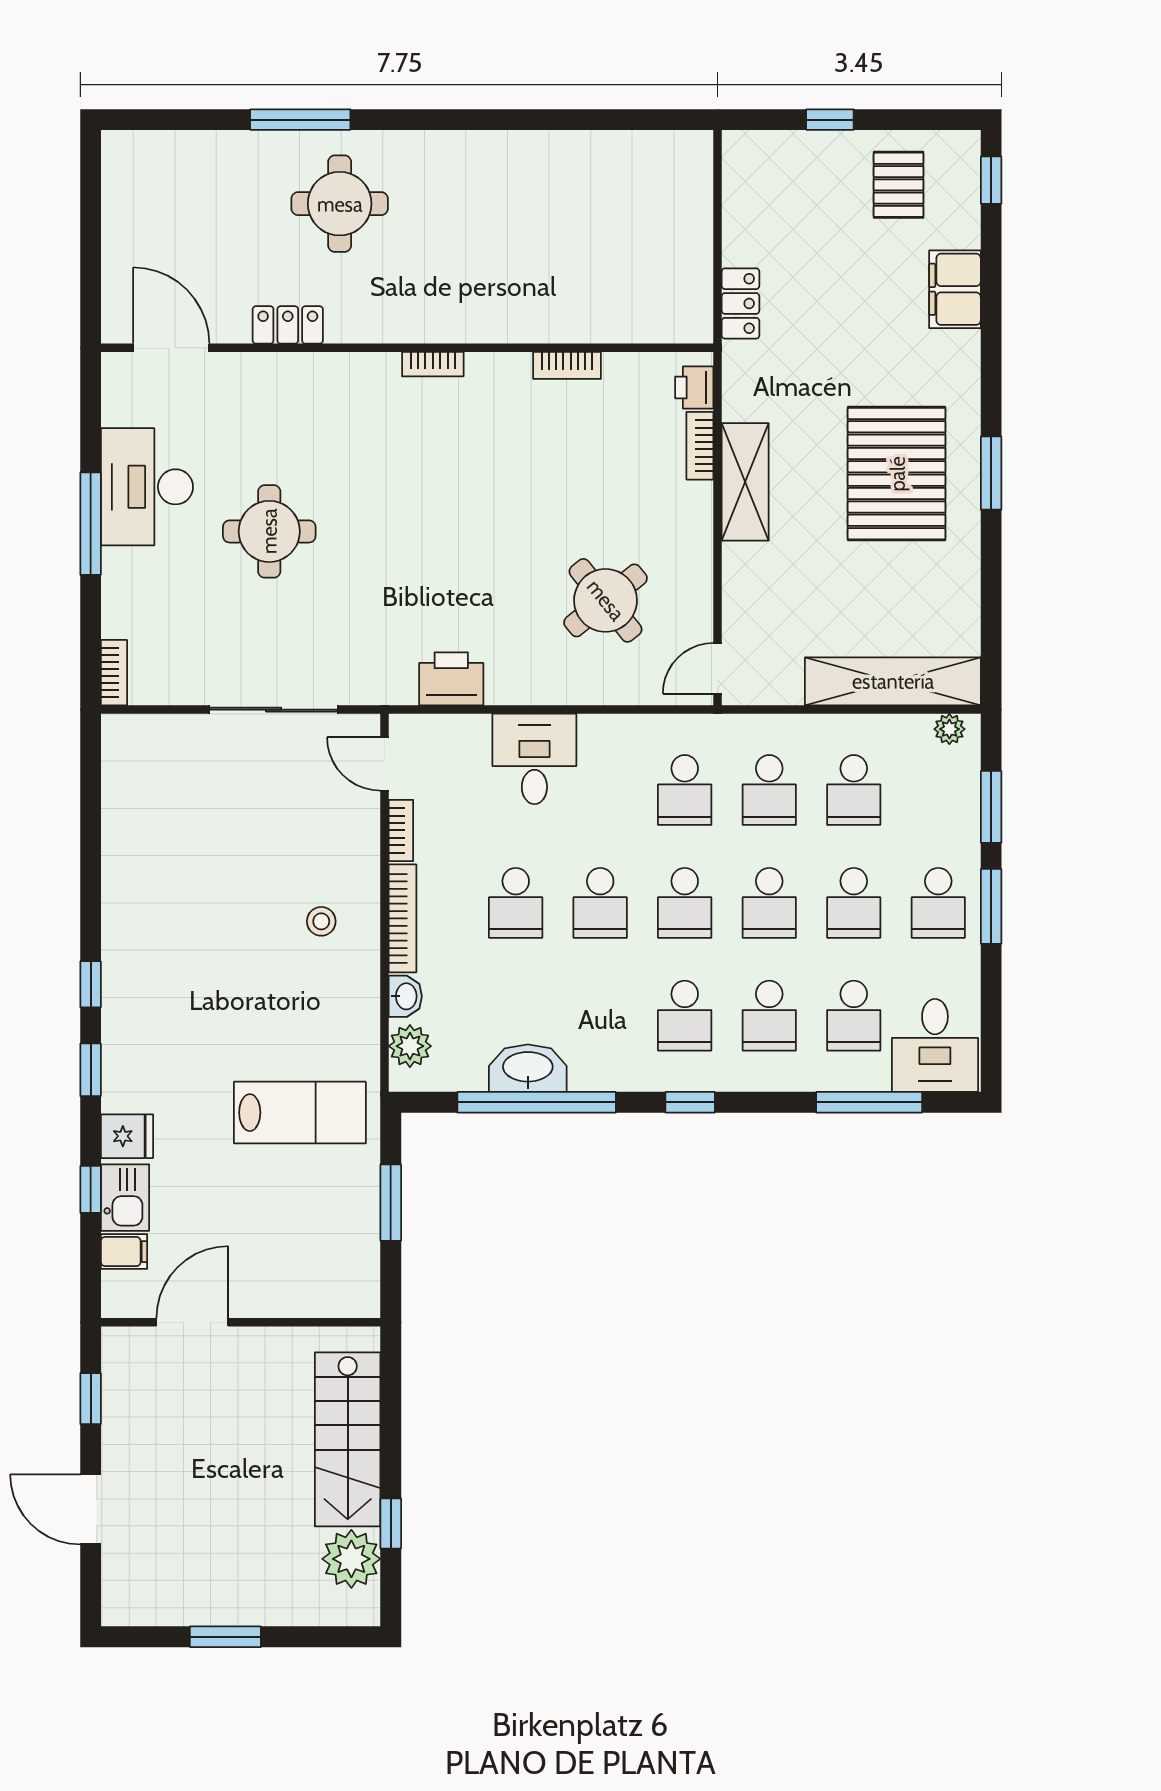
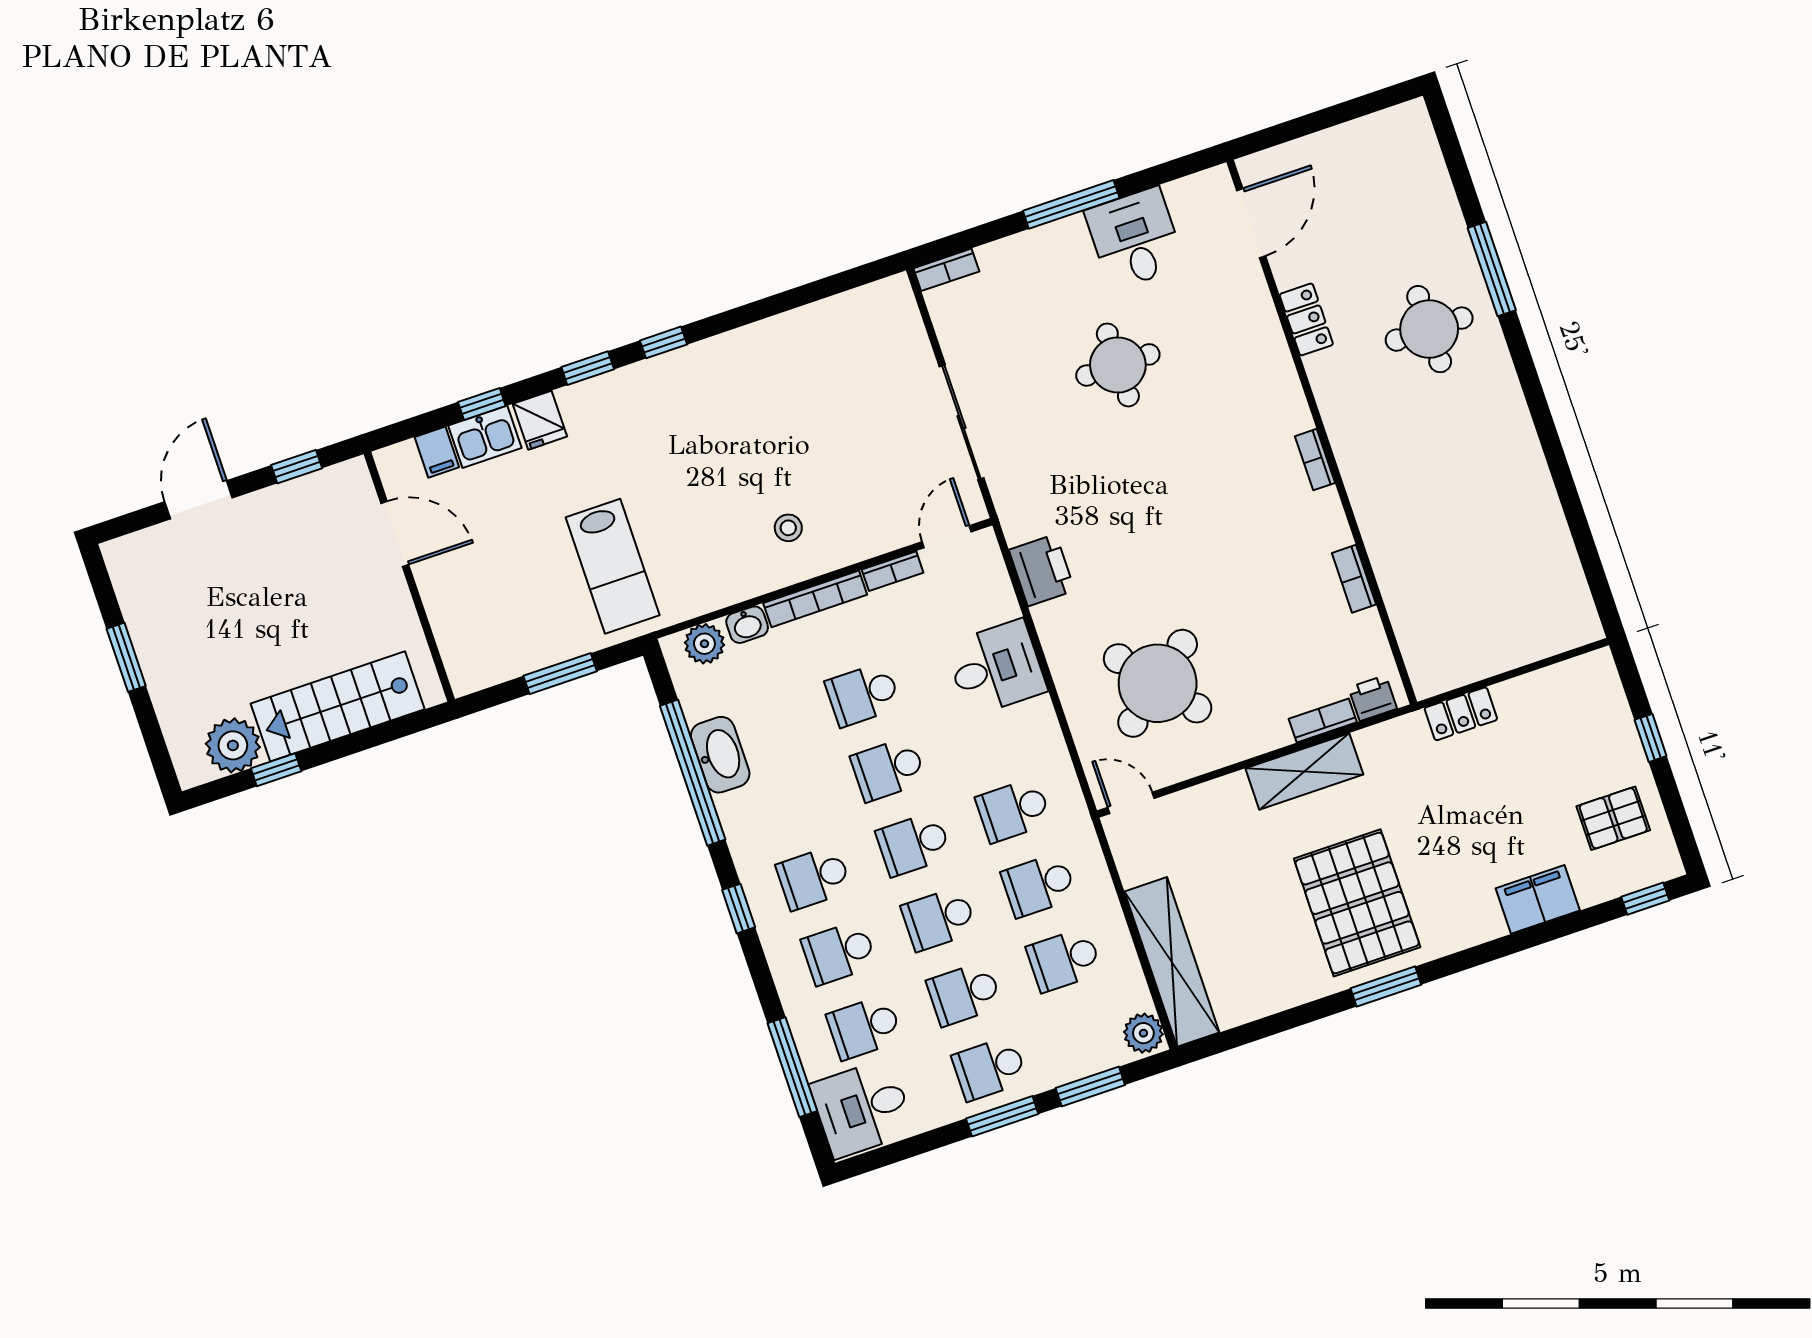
pallet: (897, 474) -> (1357, 903), turned 90
desk: (147, 487) -> (1135, 239), width x0.73
round table: (606, 600) -> (1158, 683), width x1.36, depth x1.36
plant: (949, 729) -> (1143, 1033), width x1.38, depth x1.38

